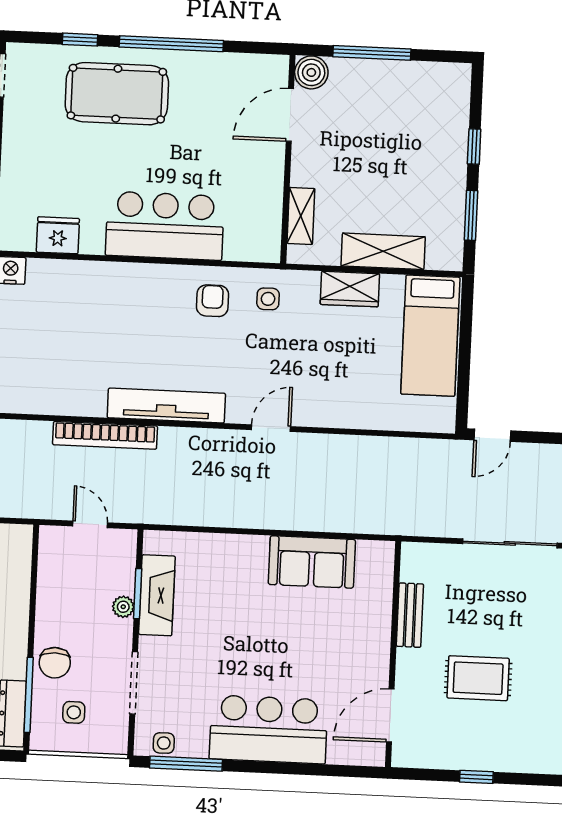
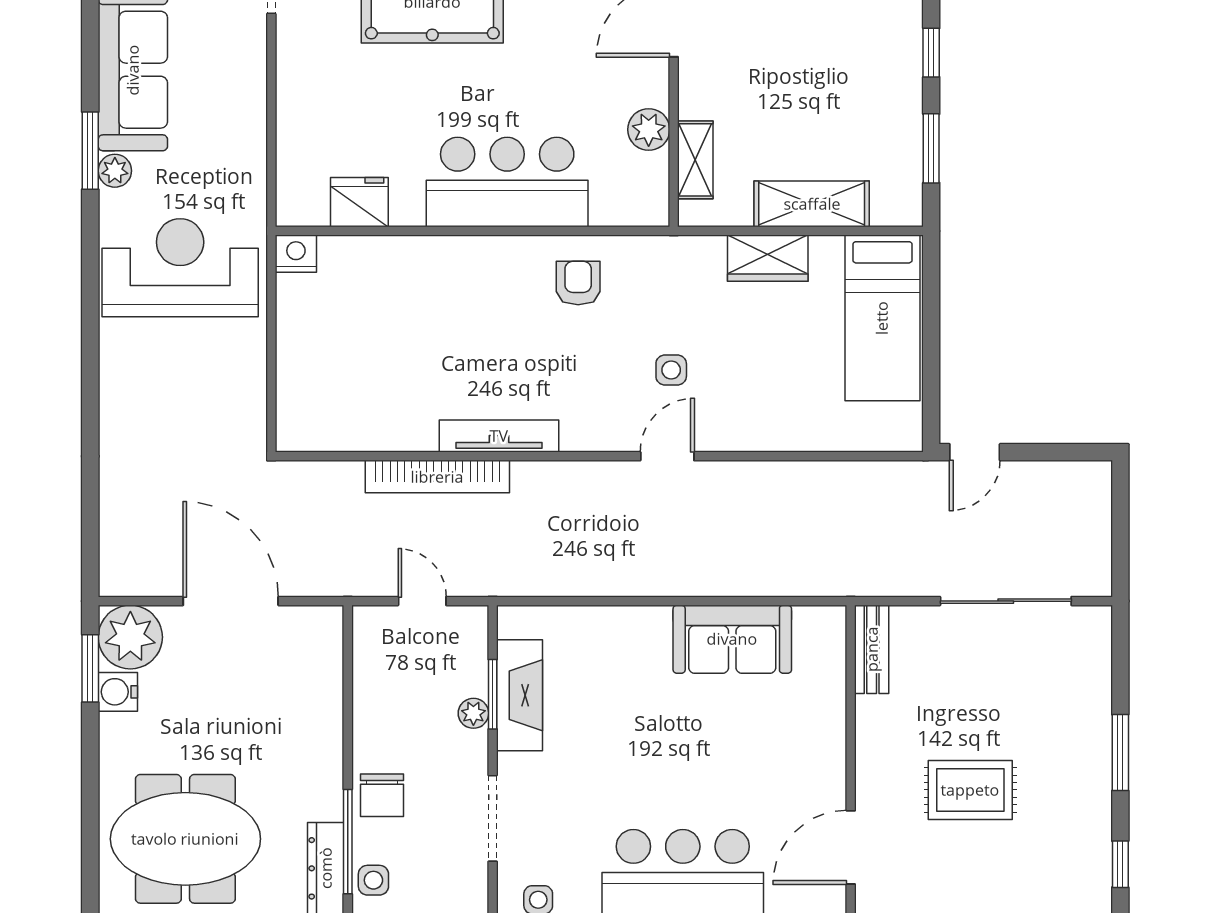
plant: (268, 193) -> (649, 130), added
side table: (268, 299) -> (671, 370), moved
tv unit: (166, 406) -> (499, 436), width x0.73, depth x0.78
bench: (410, 615) -> (872, 649), moved
side table: (74, 712) -> (373, 880), moved

